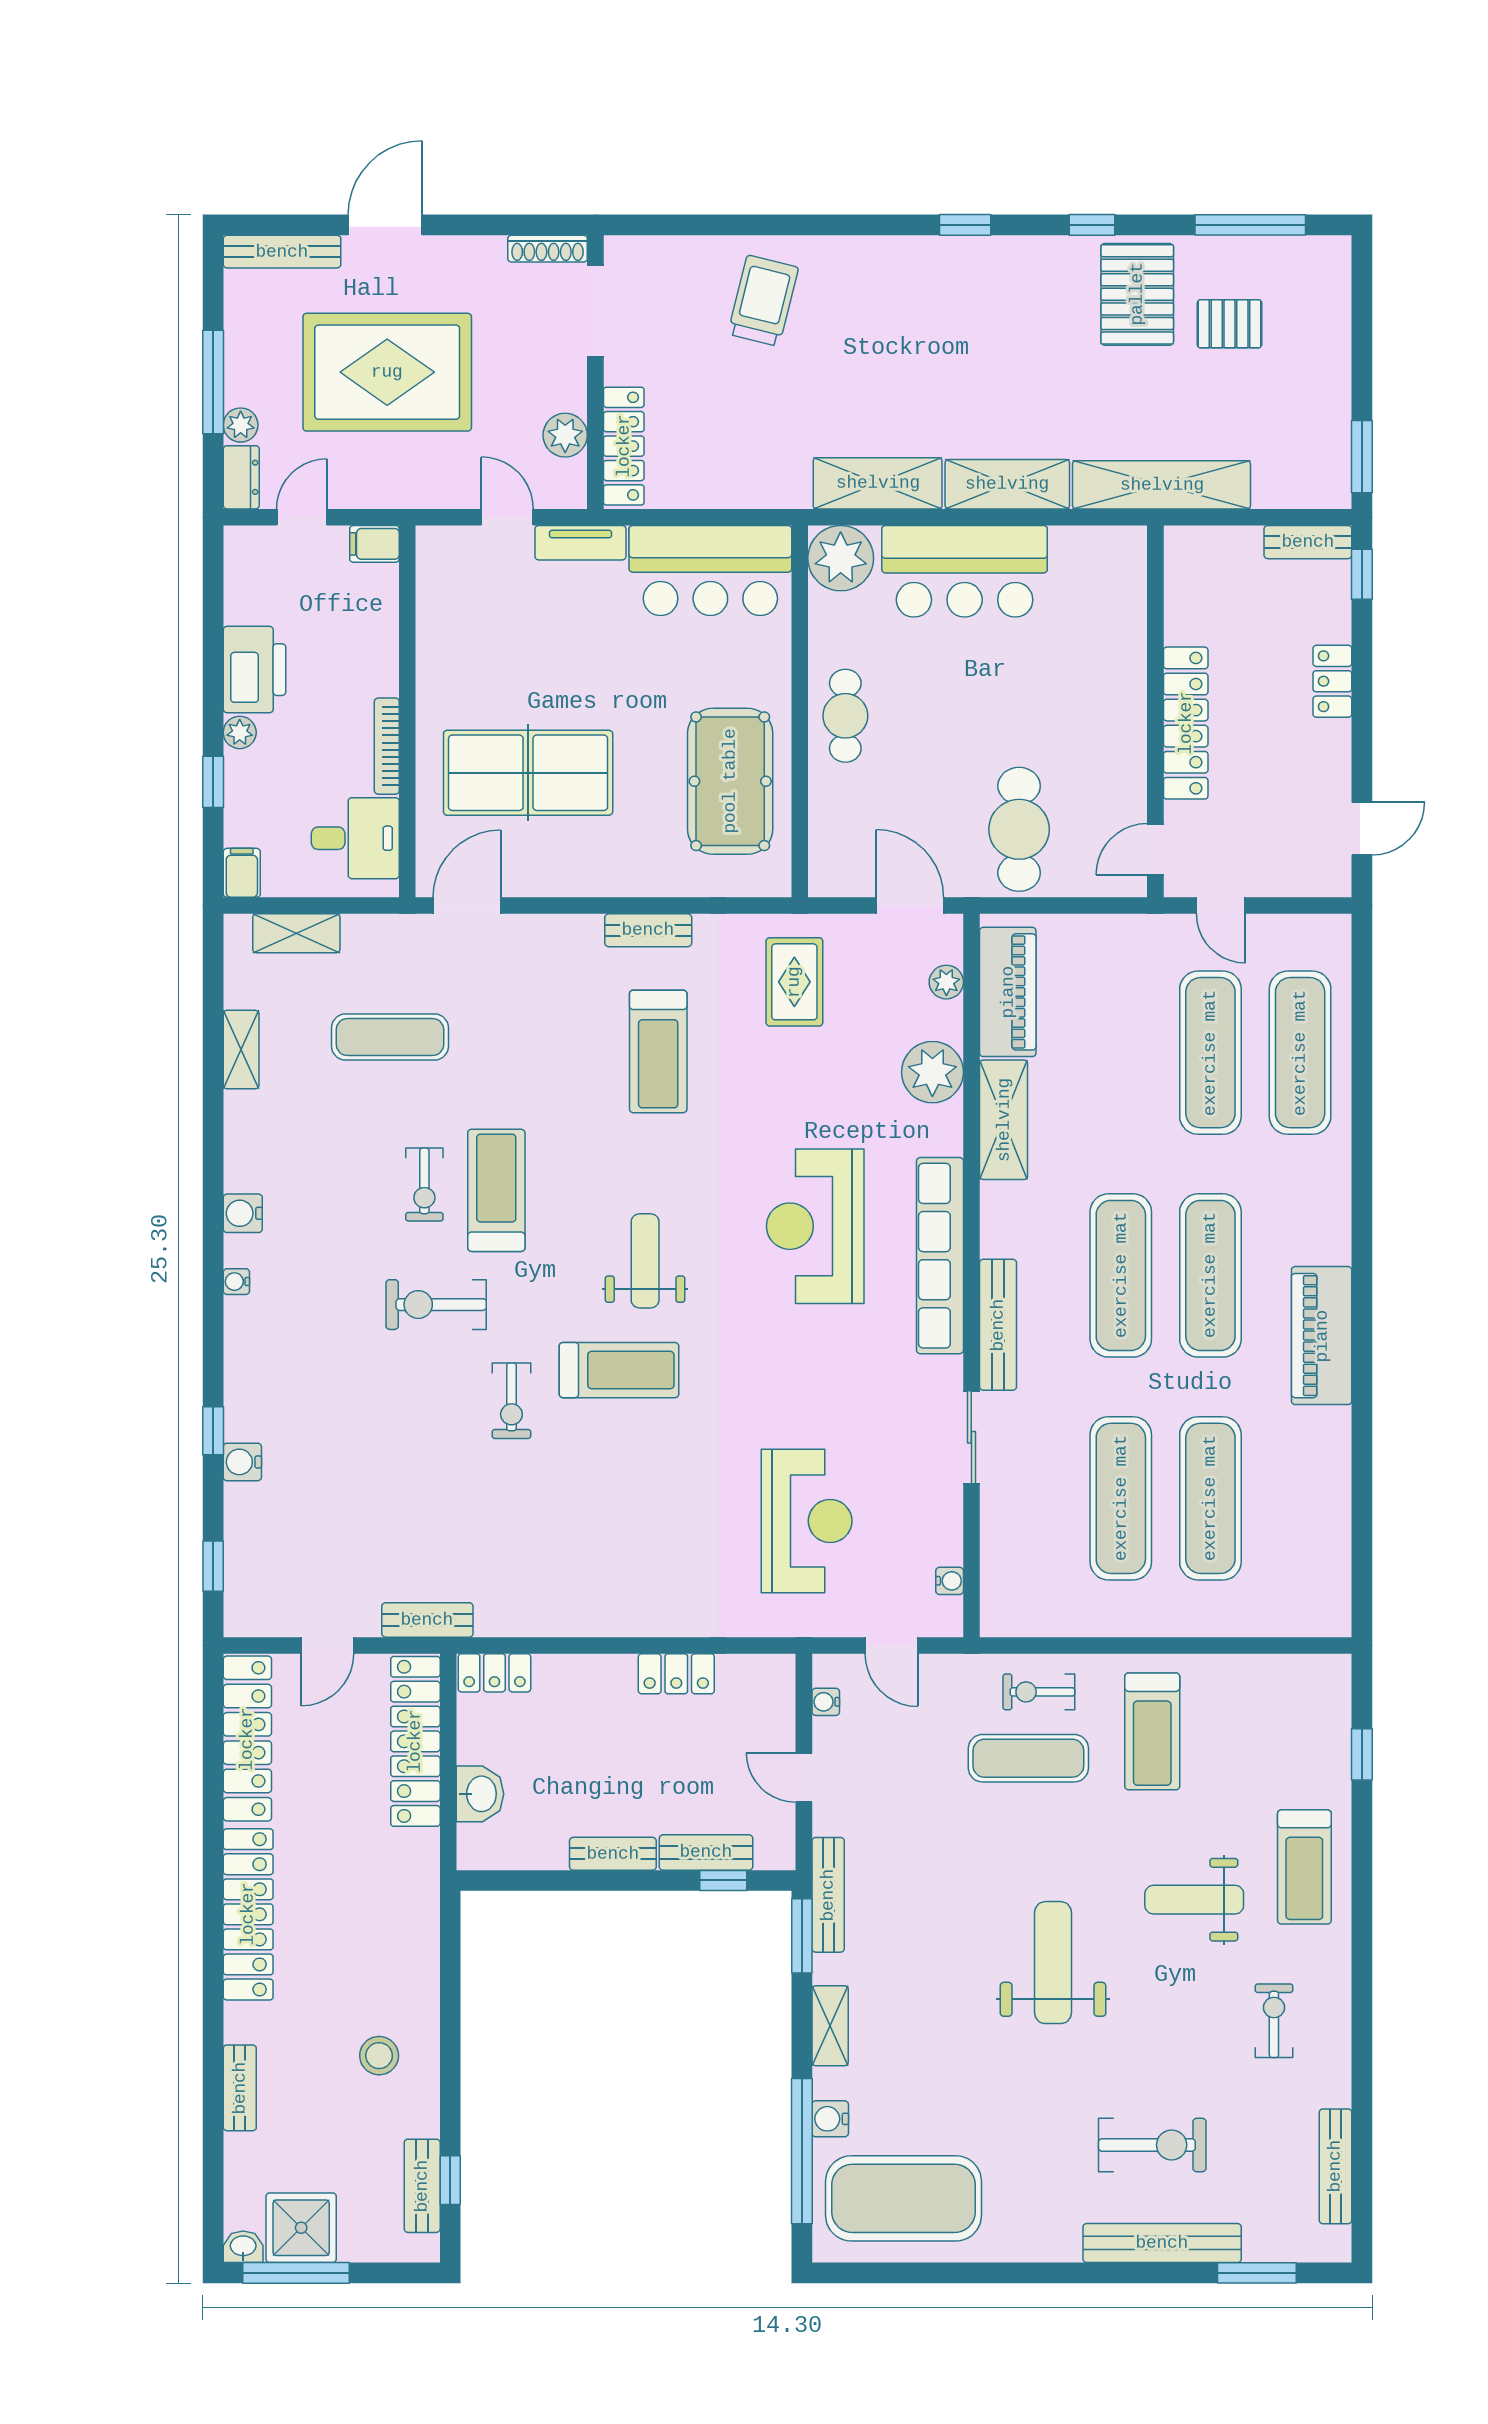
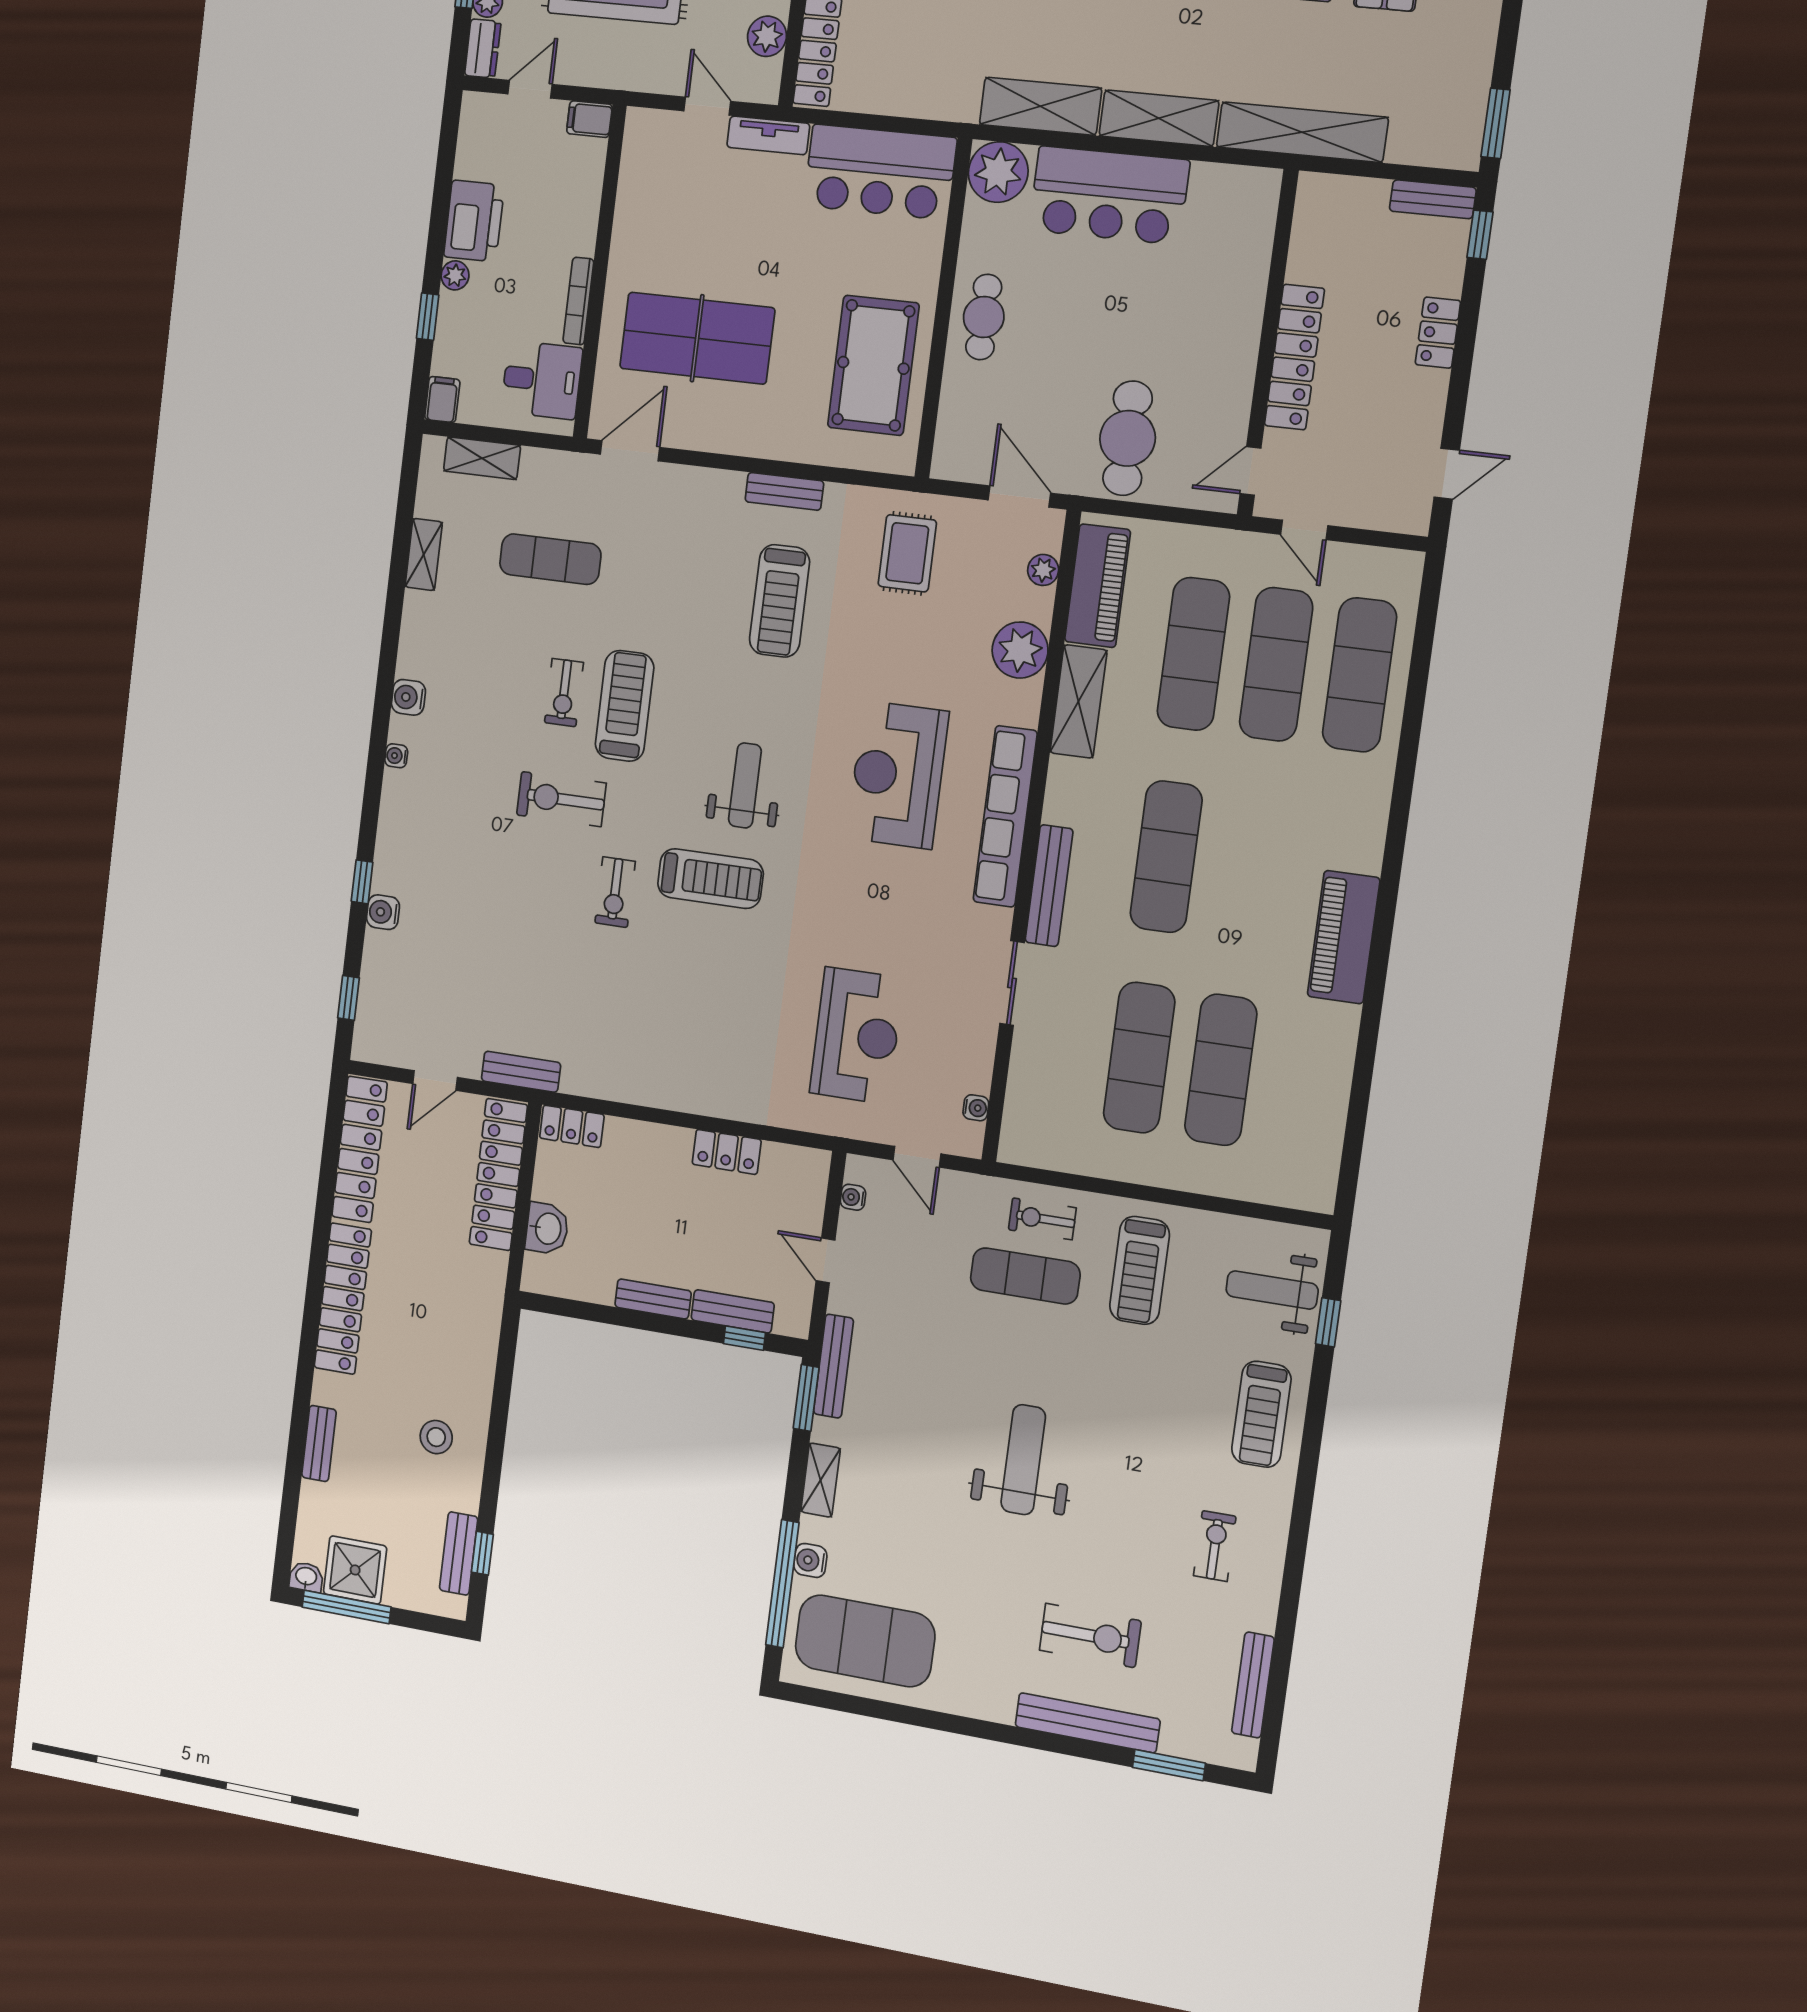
exercise mat: (1210, 1275) -> (1193, 654), moved
weight bench: (1194, 1900) -> (1272, 1290), moved

